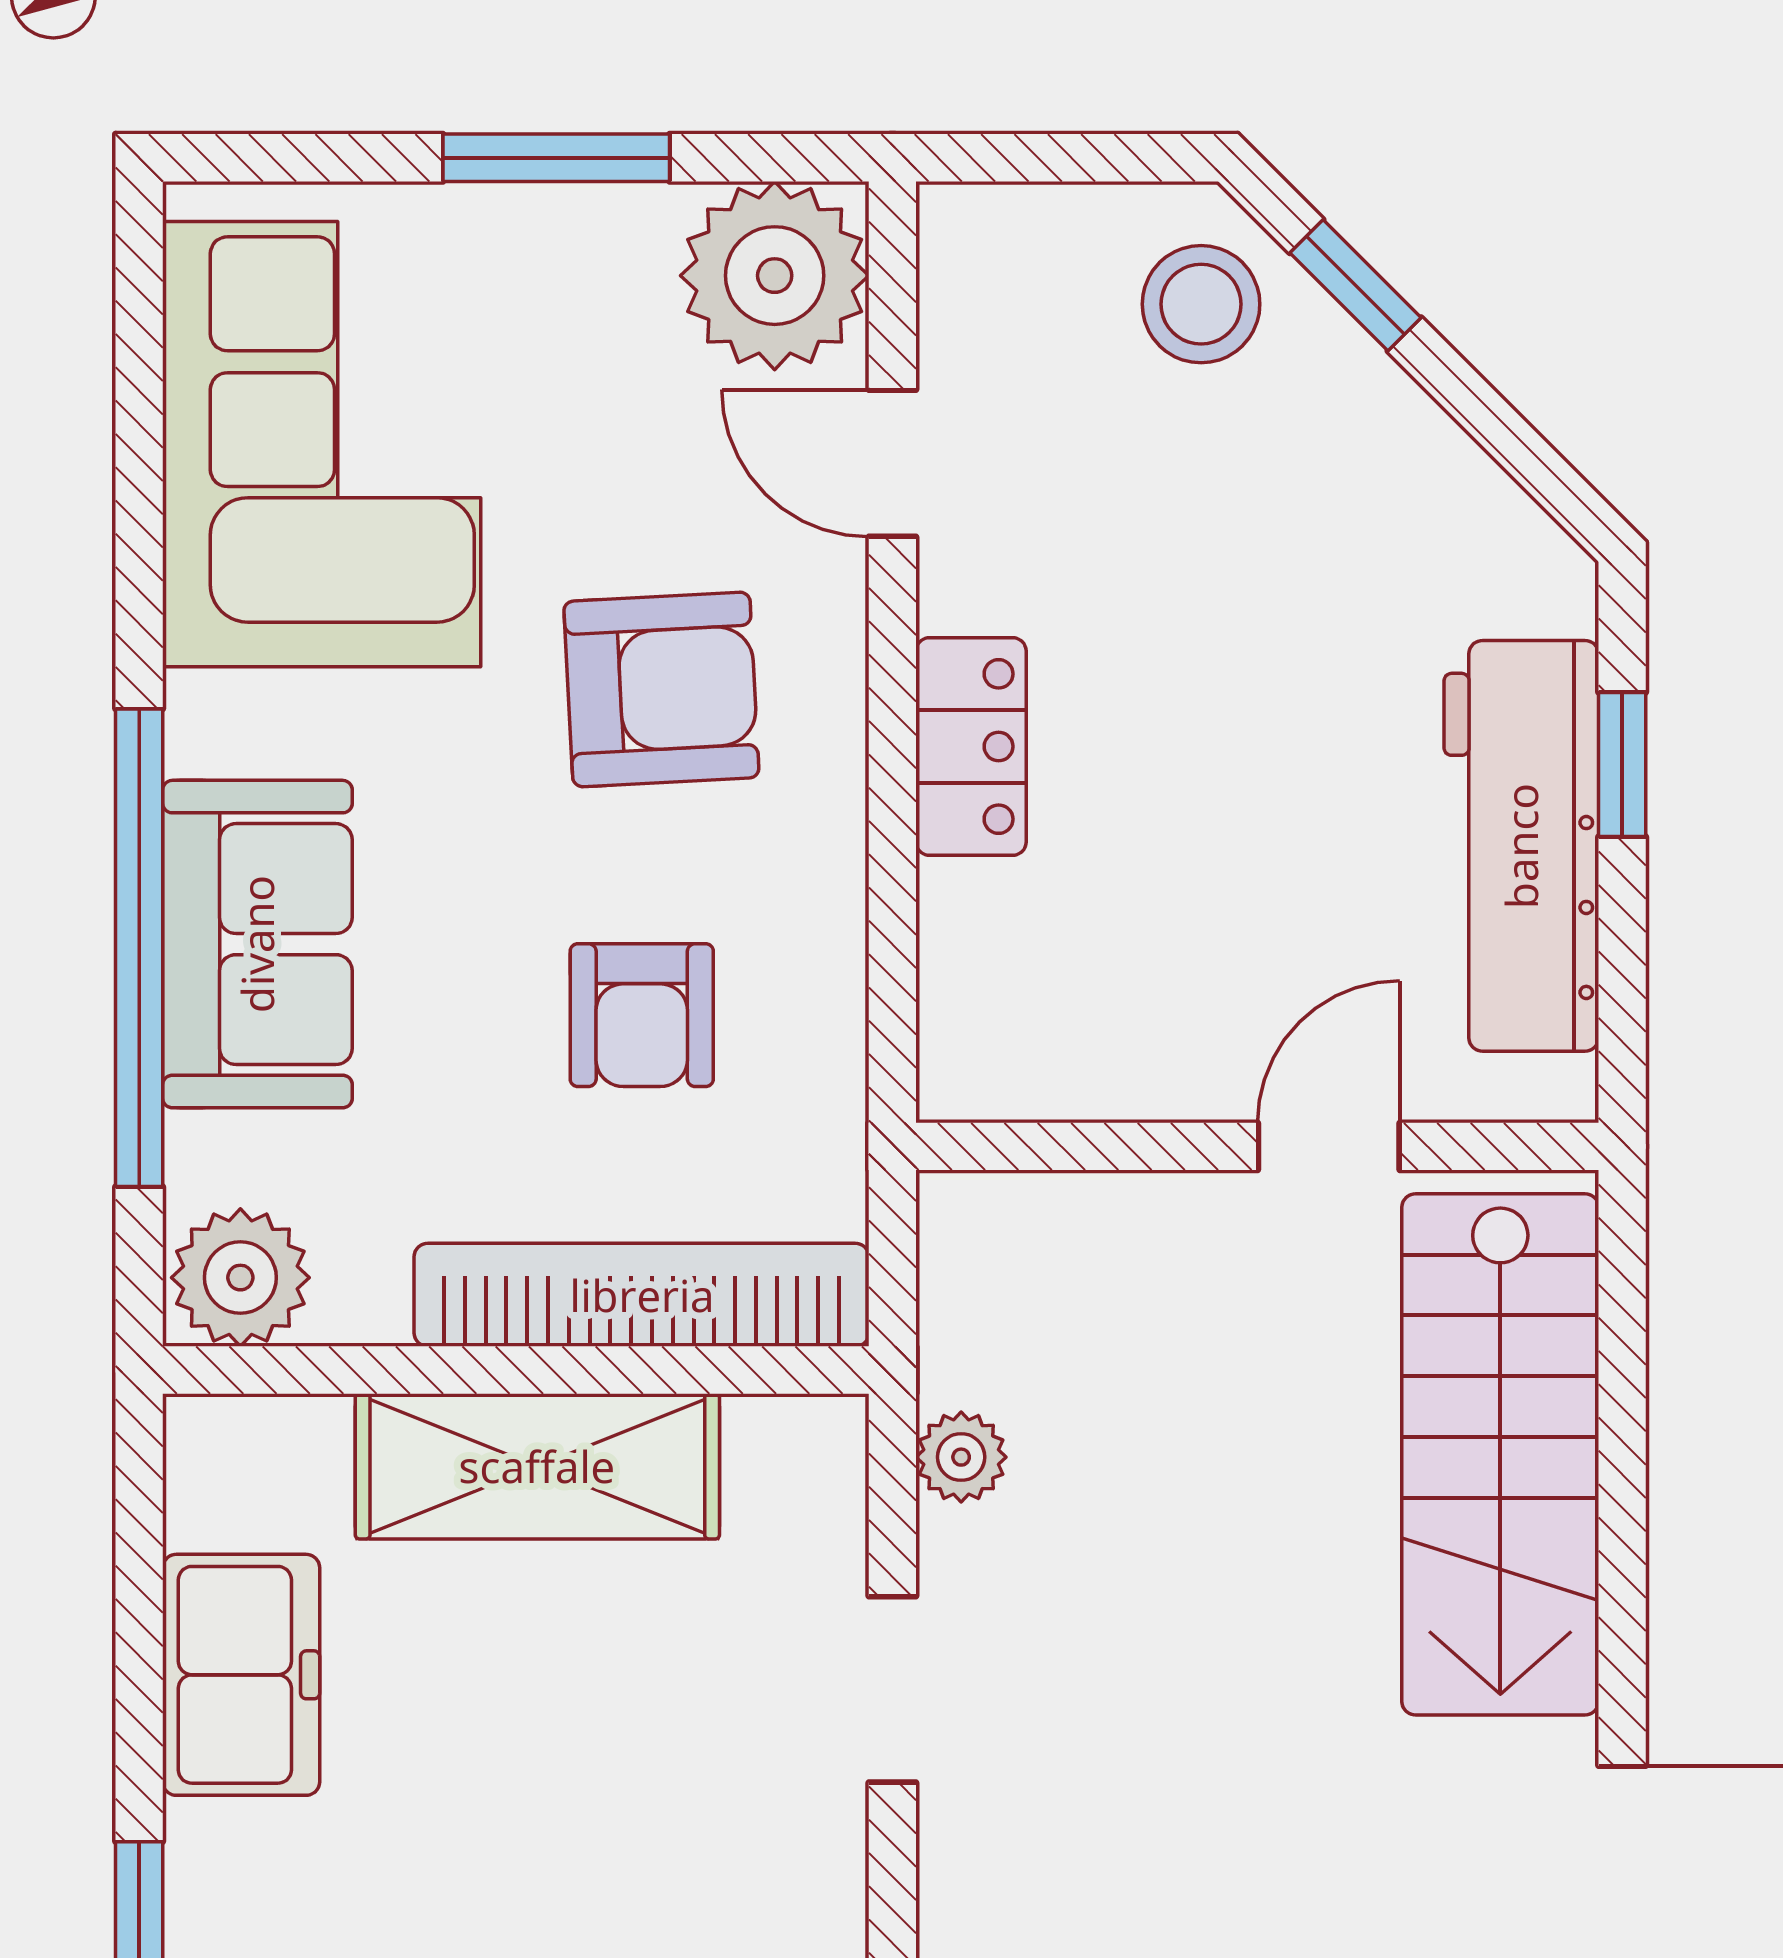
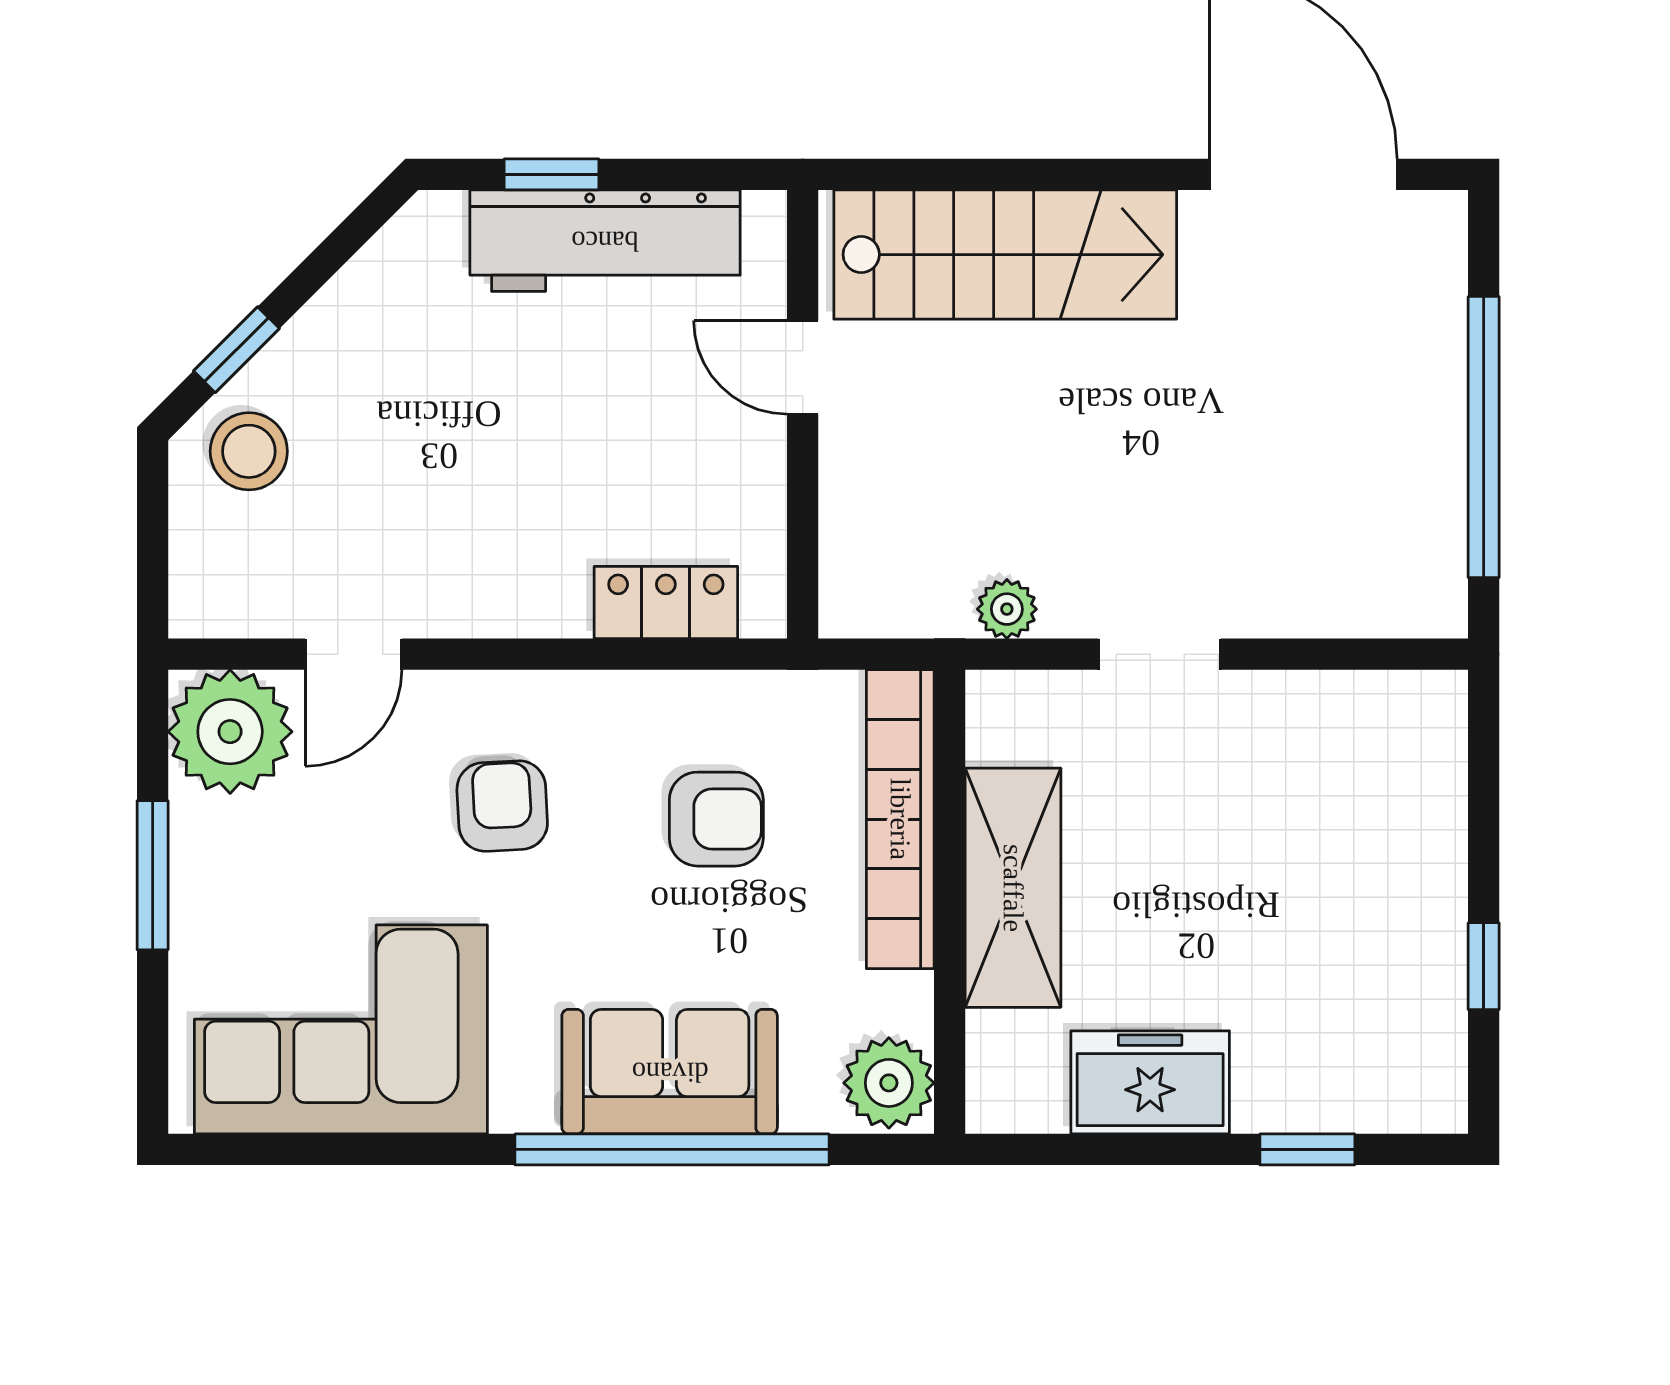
armchair: (661, 689) -> (502, 806), width x0.72, depth x0.72
locker: (971, 746) -> (666, 602), moved

